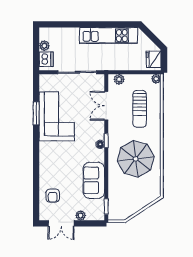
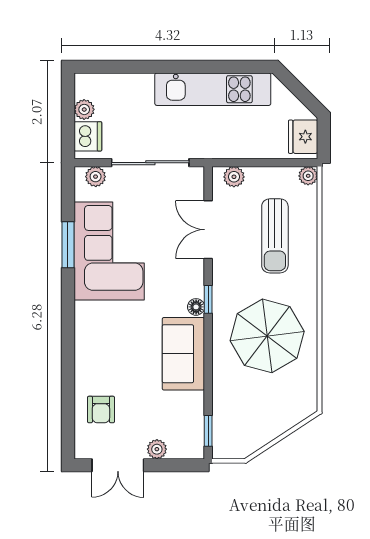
plant: (50, 79) -> (96, 177), added
sofa: (94, 180) -> (183, 354), moved

